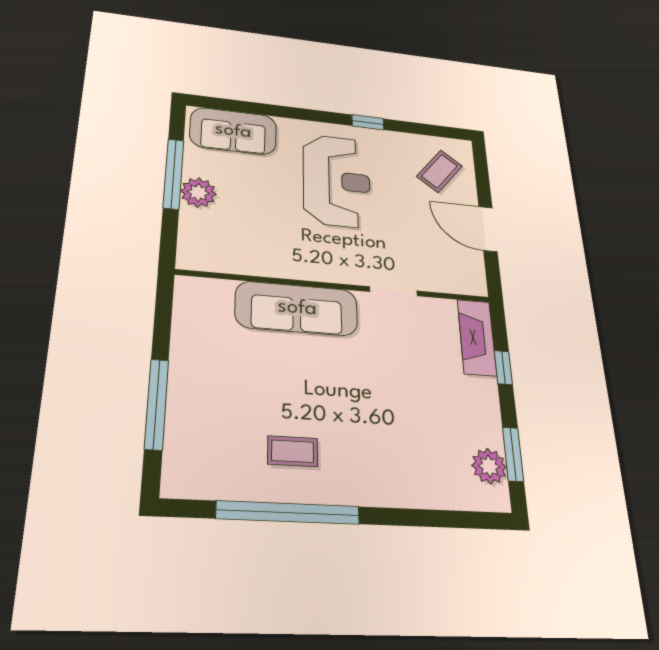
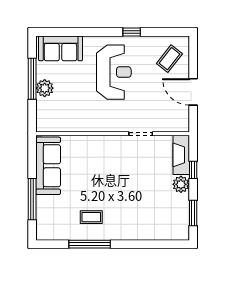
sofa: (297, 308) -> (48, 166), moved, turned -90
plant: (489, 466) -> (181, 184), moved
window: (288, 513) -> (90, 244), width x0.68

